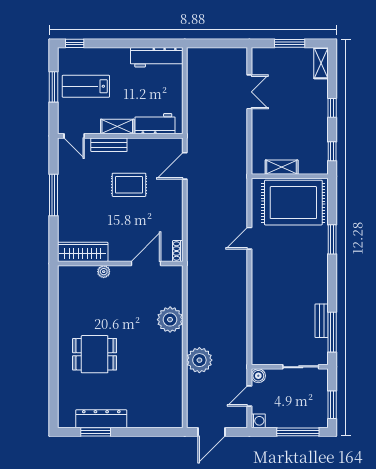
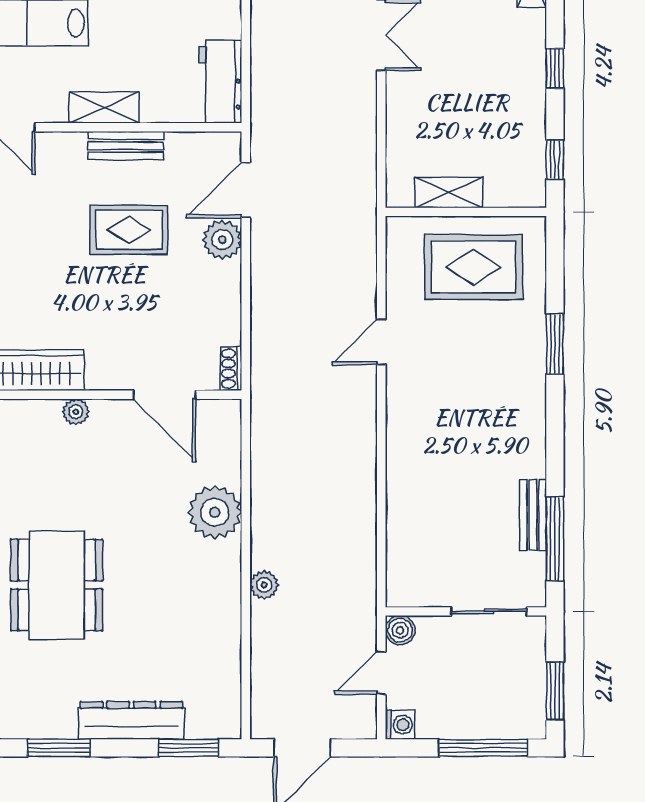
workbench: (155, 124) -> (220, 82), moved, turned -90
bench: (109, 145) -> (126, 146), moved
plant: (174, 190) -> (222, 240), added
rug: (293, 203) -> (474, 267), width x0.73, depth x0.69
door: (146, 263) -> (164, 395), swing flipped
dining table: (95, 354) -> (57, 585), width x1.38
plant: (199, 360) -> (264, 585), width x0.53, depth x0.53
dresser: (101, 419) -> (131, 720), moved
window: (157, 432) -> (189, 748), added

